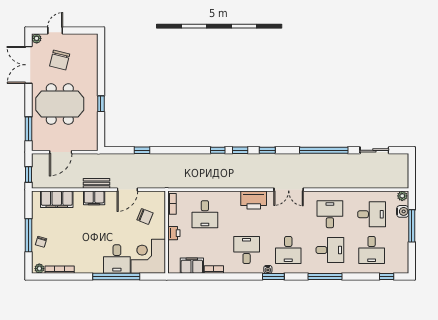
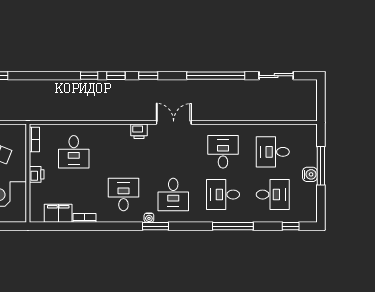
double door: (289, 190) -> (174, 122), swing flipped
plant: (402, 196) -> (309, 130), removed
printer: (254, 200) -> (139, 131), width x0.53, depth x0.68
water cooler: (403, 211) -> (310, 174), moved
desk: (372, 214) -> (273, 152), turned 180
desk: (330, 250) -> (223, 195), turned 180
desk: (372, 250) -> (273, 195), turned -90
window: (325, 276) -> (233, 226), moved

